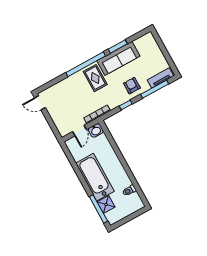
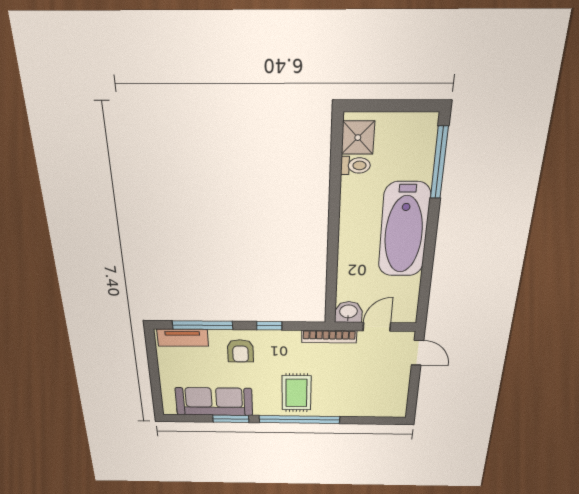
sofa: (118, 58) -> (214, 402), moved
door: (40, 103) -> (418, 353), moved
shower: (106, 205) -> (358, 138), moved

